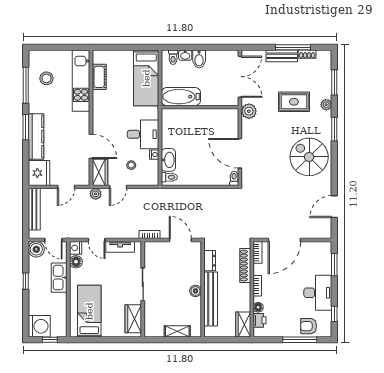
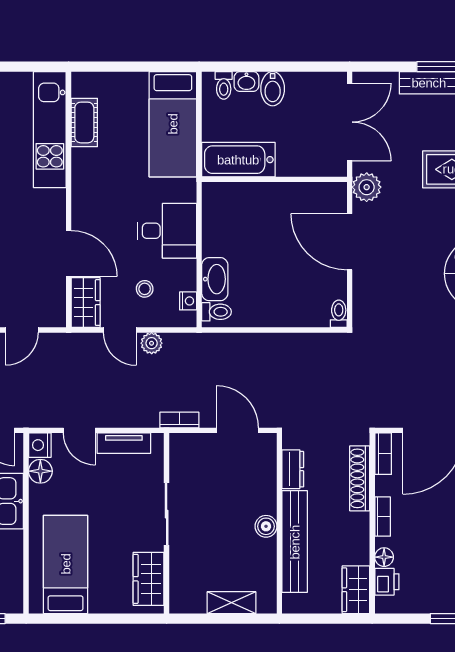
door: (240, 153) -> (350, 242), moved
nightstand: (154, 155) -> (188, 301), moved
door: (118, 187) -> (120, 330), hinge flipped
plant: (96, 194) -> (152, 343), moved

